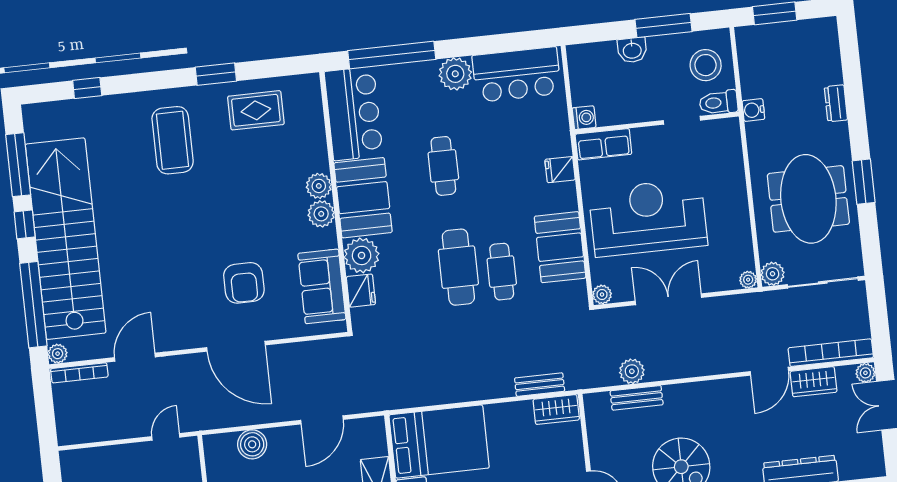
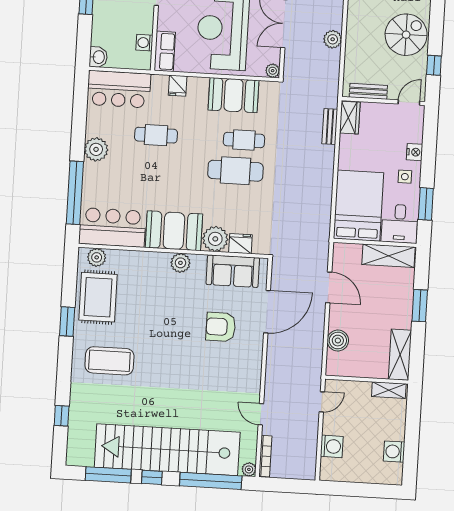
washbasin: (632, 50) -> (98, 57), moved
bar counter: (517, 74) -> (119, 89), moved, turned 90
rug: (256, 110) -> (98, 297), width x1.36, depth x1.43
washing machine: (584, 118) -> (144, 43), moved, turned -90
cafe table: (443, 166) -> (156, 135), moved
plant: (319, 186) -> (97, 257), moved
armchair: (244, 283) -> (221, 327), turned 180
door: (236, 346) -> (267, 312), moved
door: (135, 357) -> (261, 414), width x0.73
plant: (632, 371) -> (333, 39), moved
bench: (637, 398) -> (368, 91), moved, turned 90
door: (166, 437) -> (322, 402), swing flipped
washing machine: (108, 460) -> (332, 446), added

